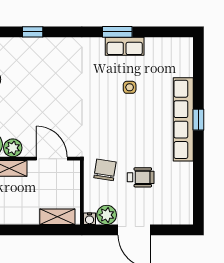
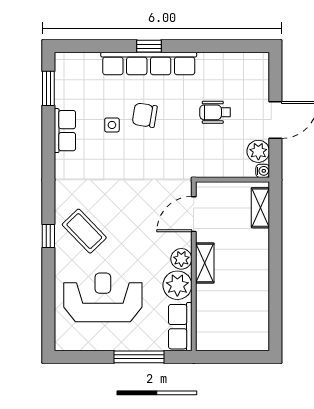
window: (117, 32) -> (48, 88), moved
coffee table: (37, 63) -> (84, 231), added
chair: (105, 170) -> (145, 115), moved
wheelchair: (141, 177) -> (215, 112), turned -90

